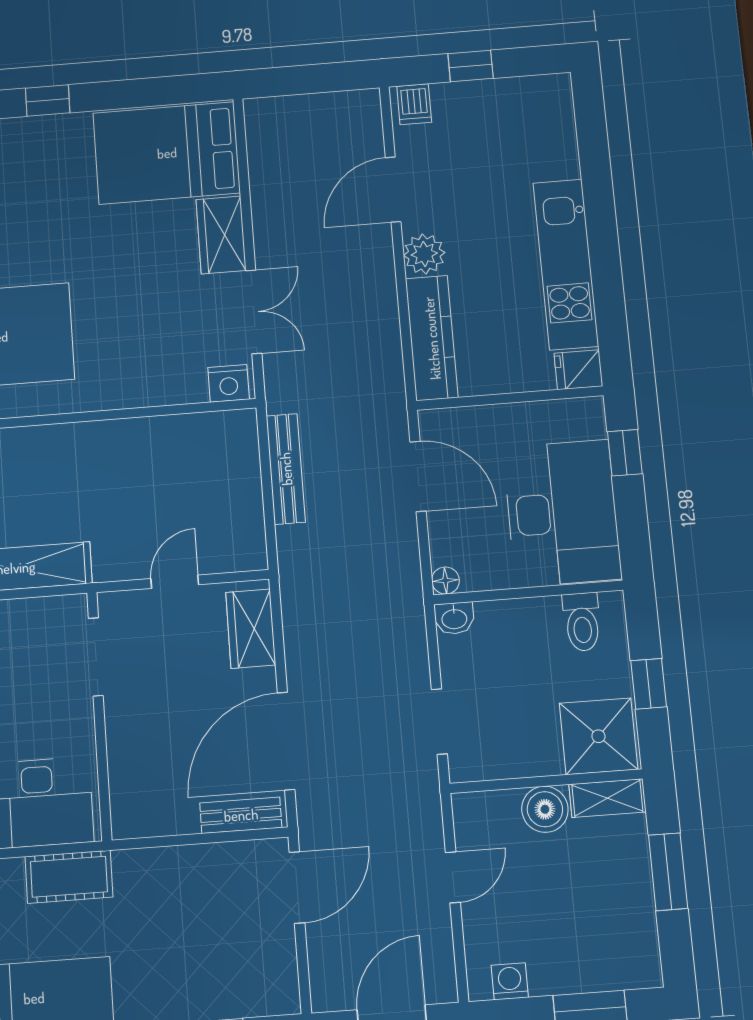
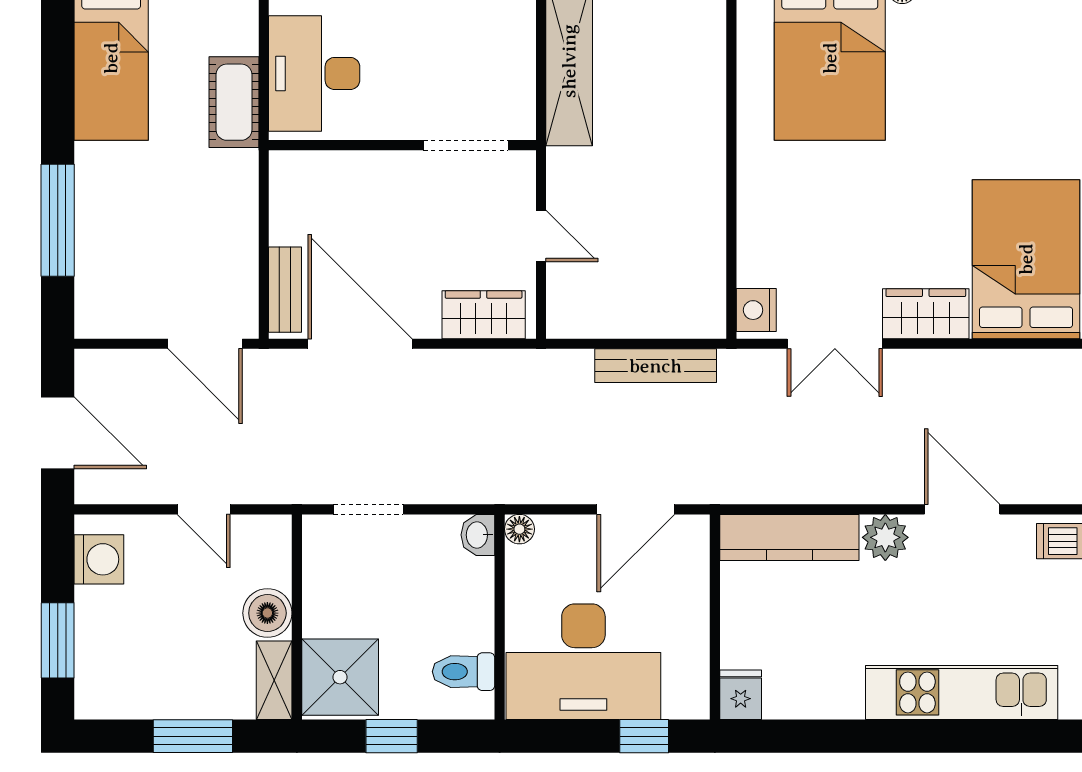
kitchen unit: (566, 264) -> (962, 692), moved
washing machine: (510, 981) -> (99, 559), width x1.38, depth x1.38

